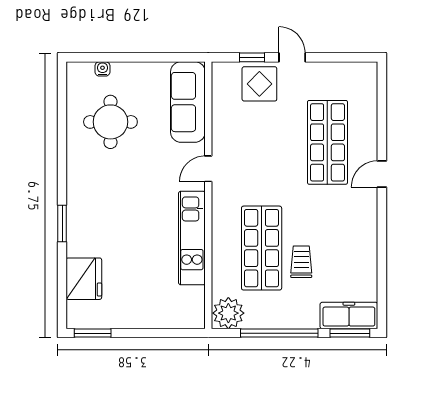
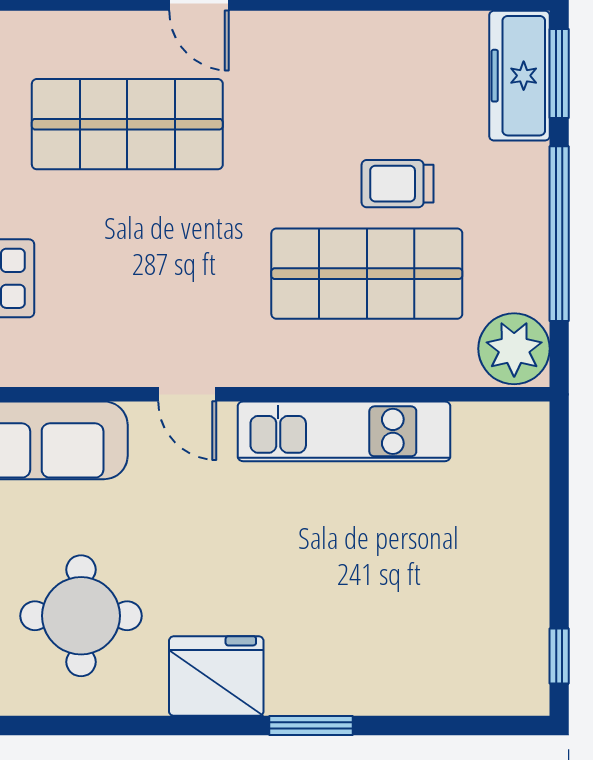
fridge: (84, 279) -> (216, 676), moved
window: (93, 333) -> (559, 656), width x0.67

